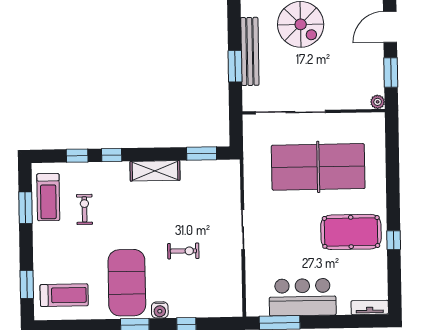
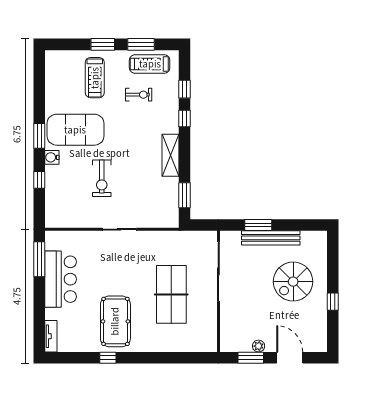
plant: (378, 102) -> (259, 346), moved
table tennis table: (318, 167) -> (171, 294), width x0.73, depth x0.76
exercise bike: (183, 251) -> (102, 178), width x1.38, depth x1.39
window: (27, 284) -> (103, 44), moved
treadmill: (64, 295) -> (95, 78), moved

